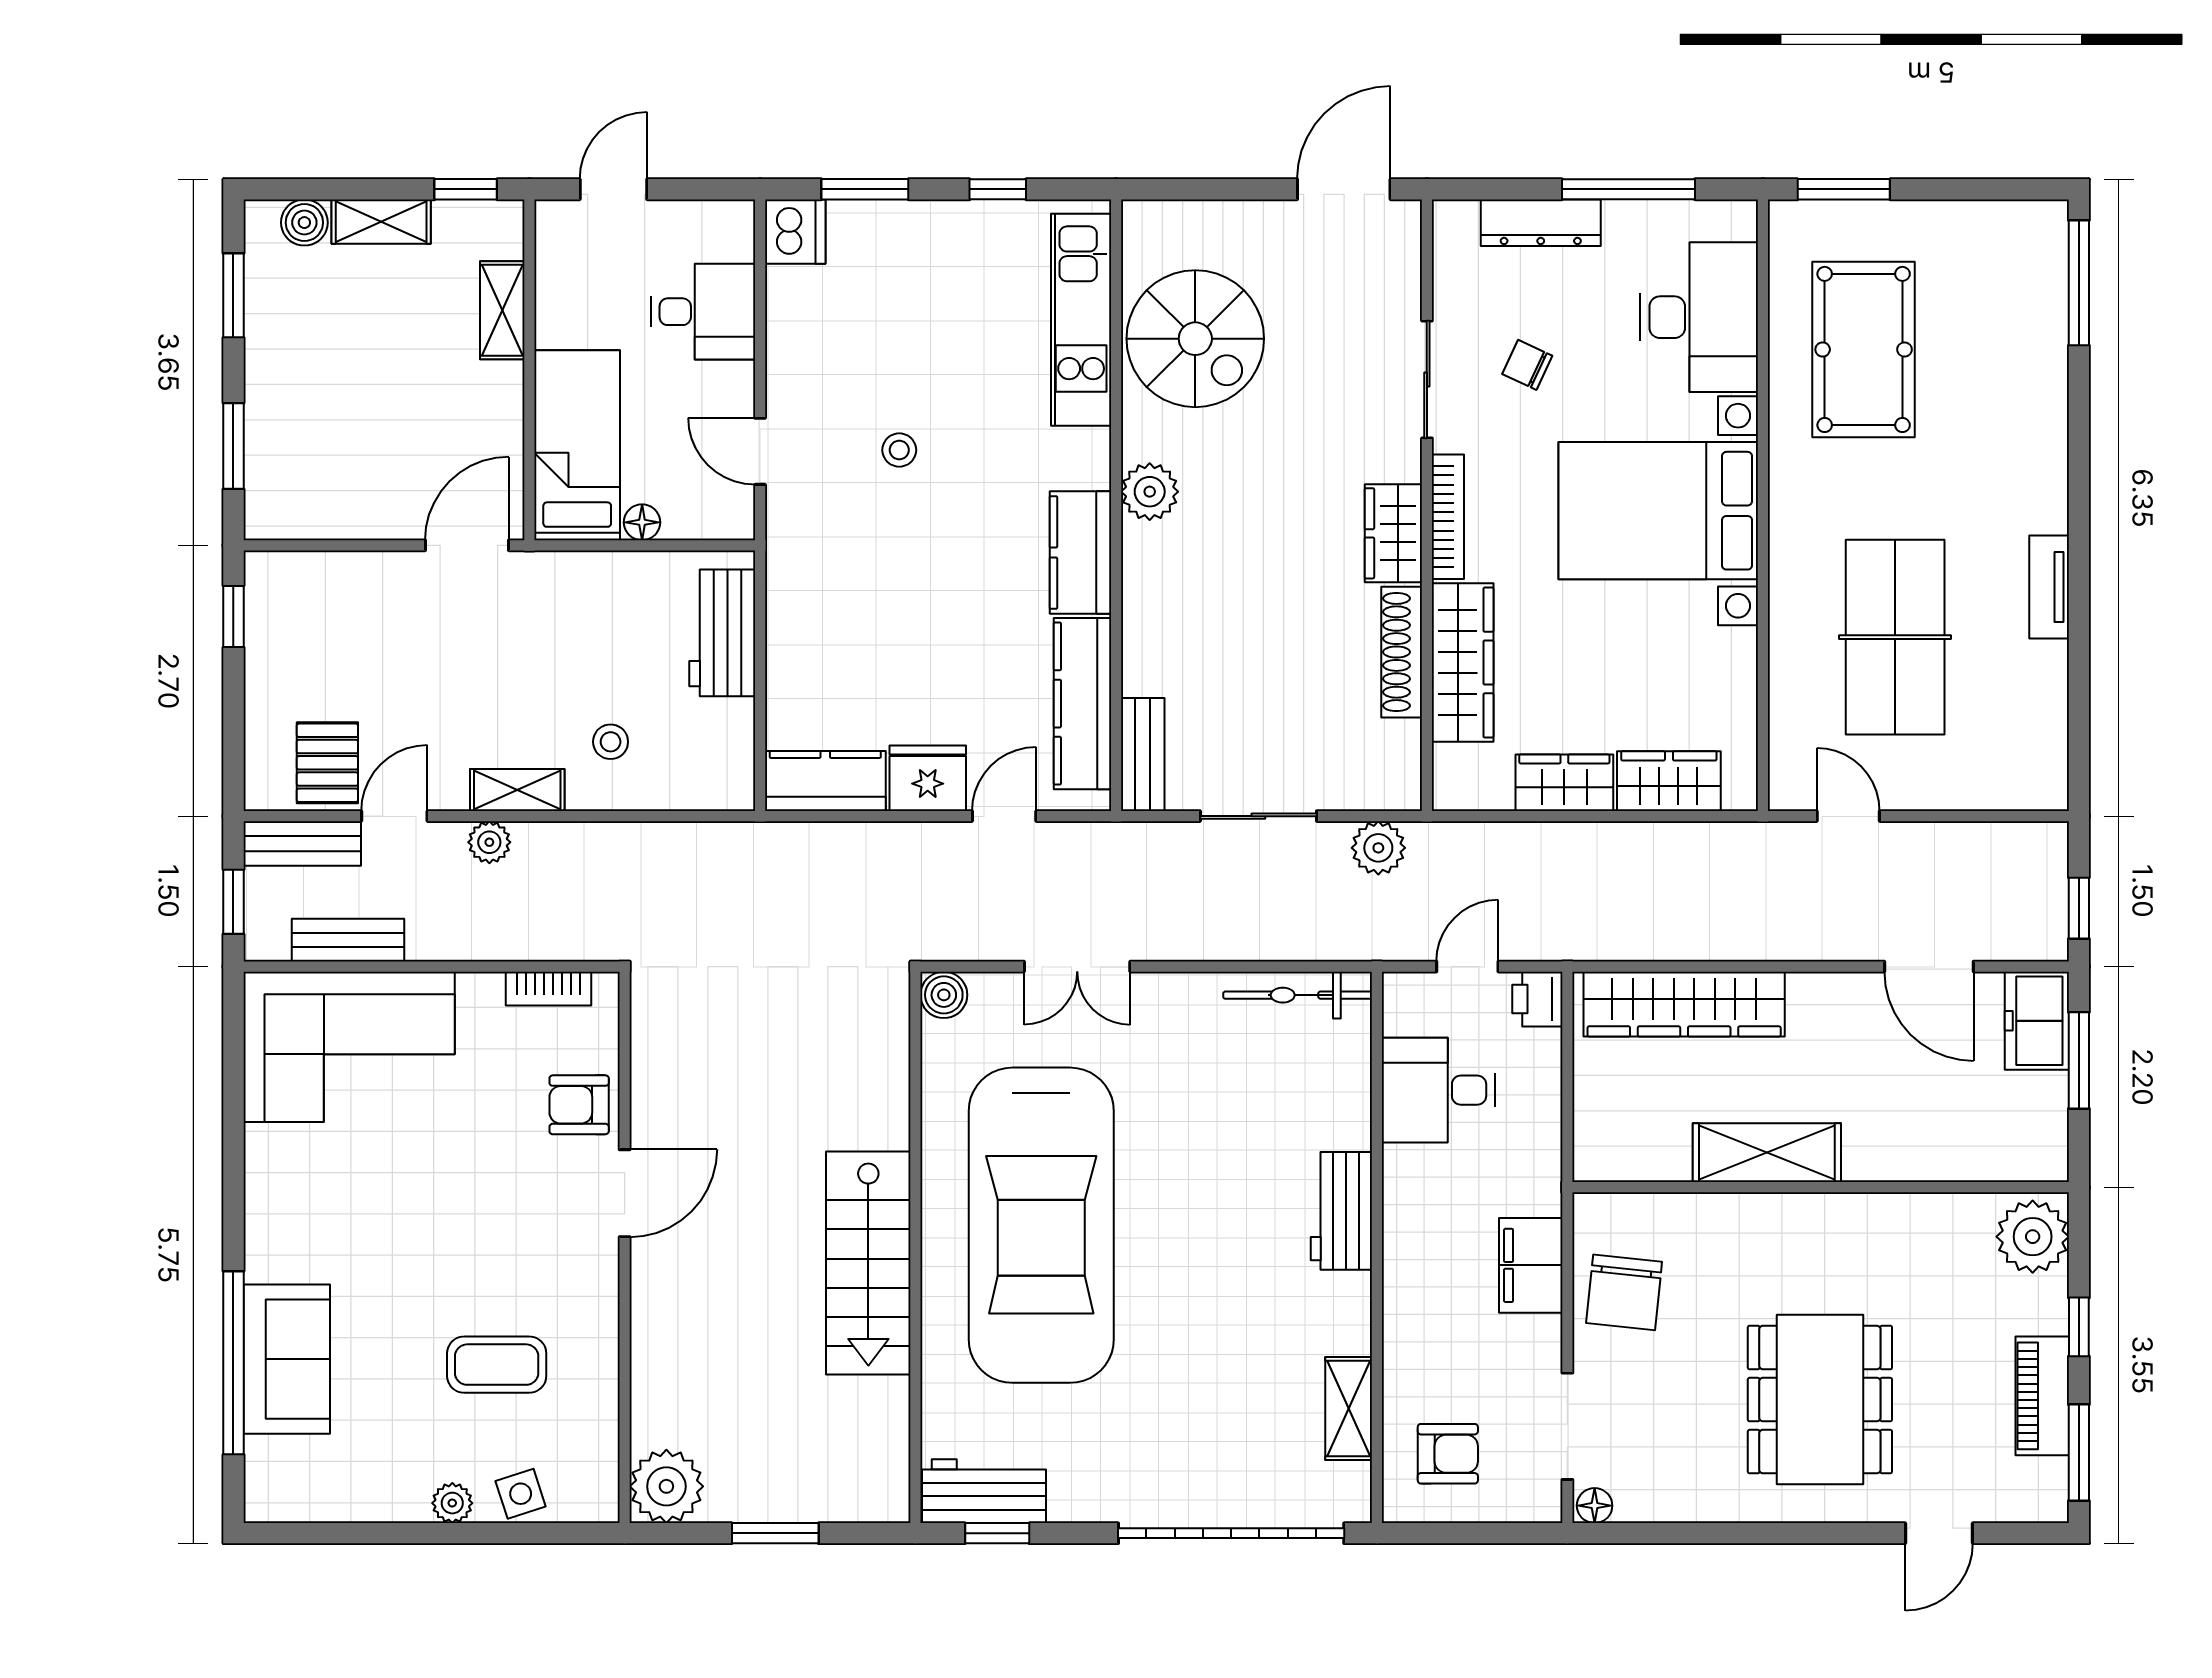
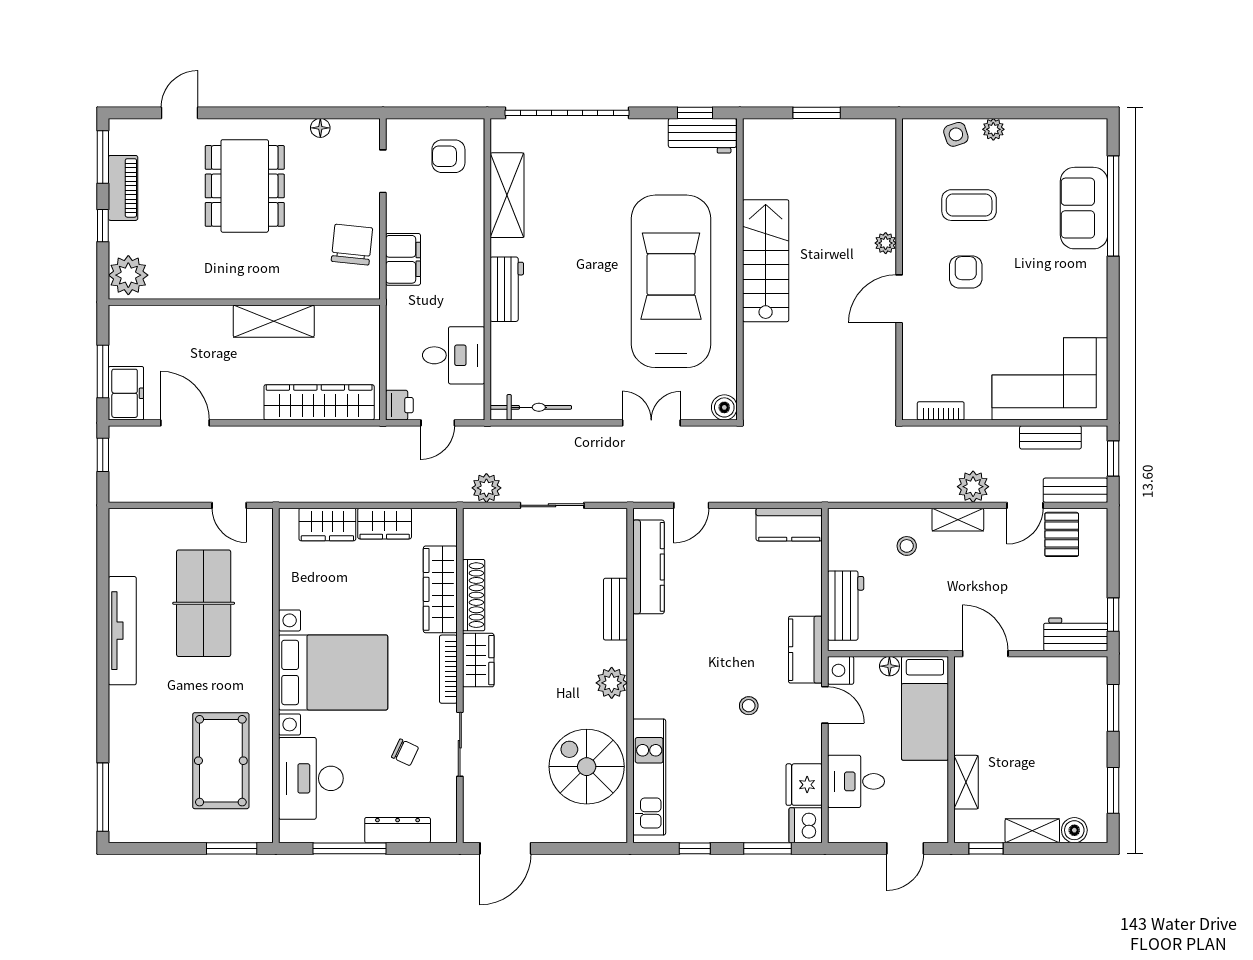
nightstand: (731, 515) -> (841, 670), added
door: (467, 545) -> (985, 654), swing flipped
kitchen counter: (1080, 553) -> (805, 650), moved, turned 180
workbench: (302, 580) -> (1076, 634), added
tv unit: (2049, 587) -> (122, 631), width x1.92, depth x1.29
bench: (1143, 754) -> (615, 609), moved
fridge: (928, 778) -> (804, 785), moved, turned 90
plant: (489, 842) -> (973, 487), width x1.38, depth x1.38
armchair: (579, 1105) -> (966, 272), moved, turned -90
shelving: (1349, 1408) -> (507, 195), width x1.50, depth x1.33
doorway: (1567, 1426) -> (383, 171), width x0.73
plant: (666, 1486) -> (886, 243), moved, width x0.53, depth x0.53
floor lamp: (1595, 1506) -> (320, 128), moved

